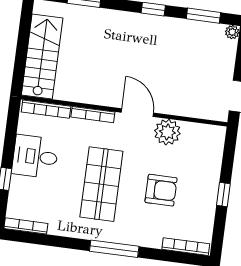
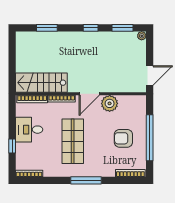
stairs: (42, 57) -> (41, 83), moved, turned -90
door: (137, 113) -> (89, 94), swing flipped
armchair: (161, 190) -> (123, 138), moved, turned 180
window: (223, 195) -> (150, 138), width x3.17

